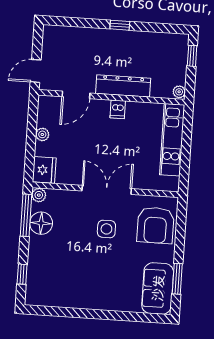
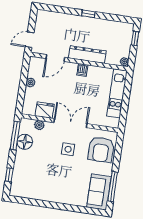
fridge: (44, 170) -> (45, 110), moved, turned -90
plant: (39, 195) -> (39, 125), moved
window: (177, 279) -> (113, 187), width x1.44

